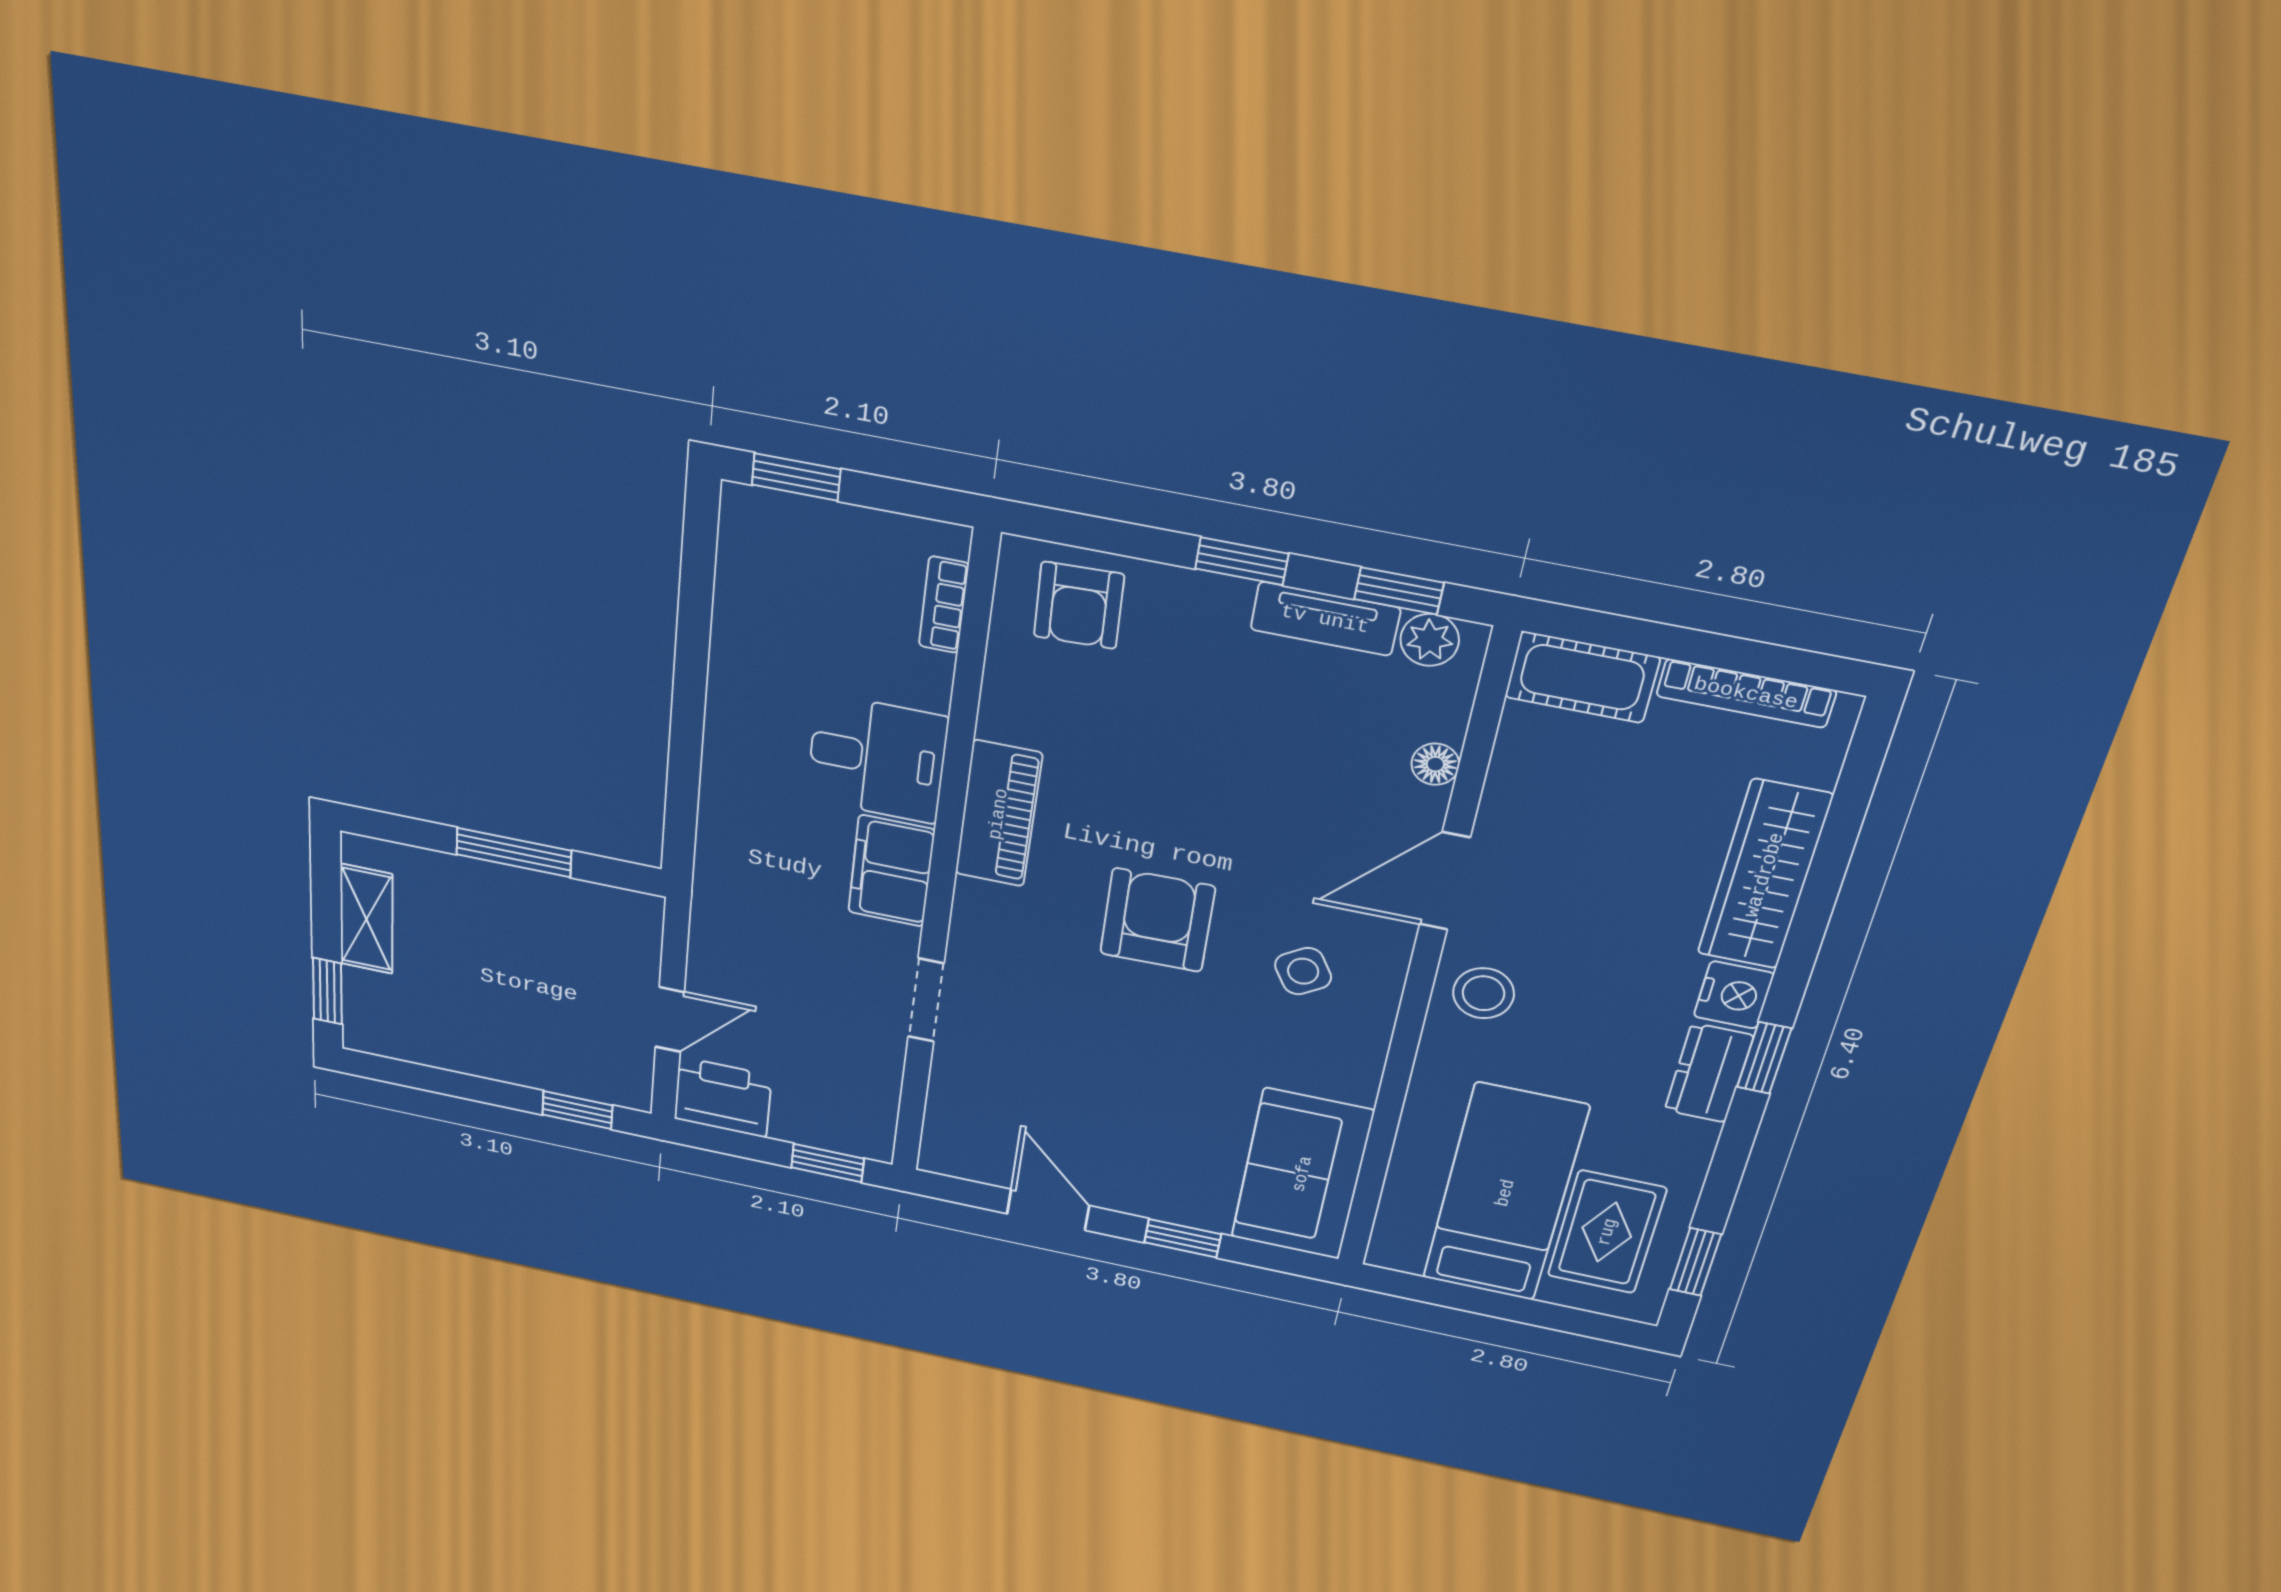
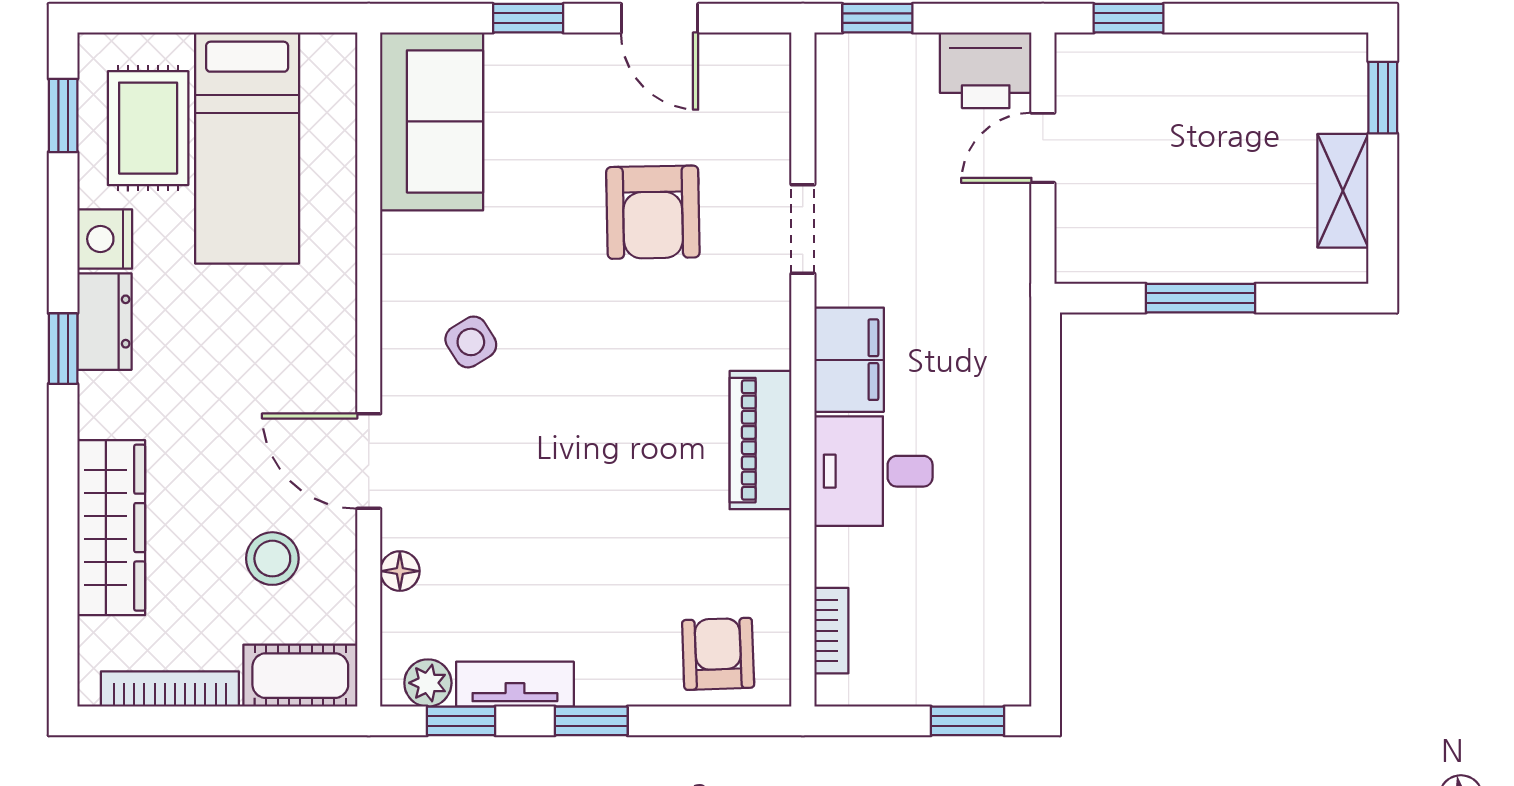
door: (1445, 881) -> (369, 461), swing flipped
armchair: (1157, 920) -> (653, 212), moved
stool: (1483, 993) -> (272, 559), moved
nightstand: (1734, 995) -> (105, 239), moved

